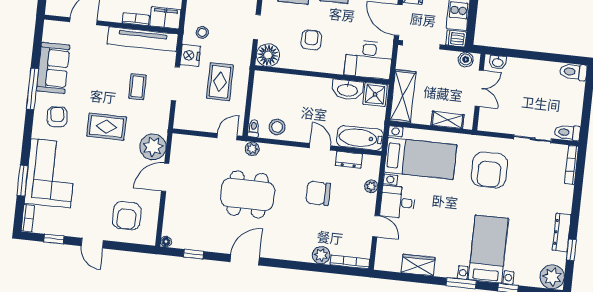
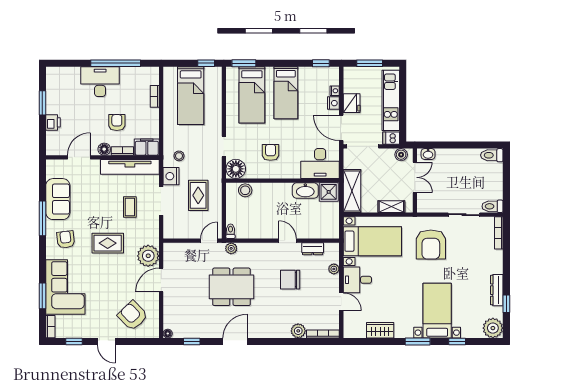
floor lamp: (114, 15) -> (104, 149), added
stool: (277, 127) -> (245, 190), moved
bathtub: (360, 138) -> (320, 230), removed
armchair: (127, 216) -> (133, 316), turned 136

